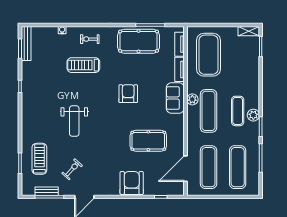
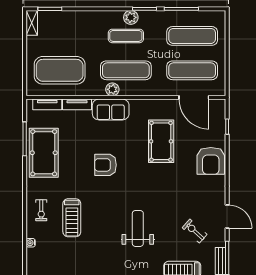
weight bench: (74, 121) -> (138, 228), turned -90
armchair: (132, 183) -> (211, 161), turned -90

